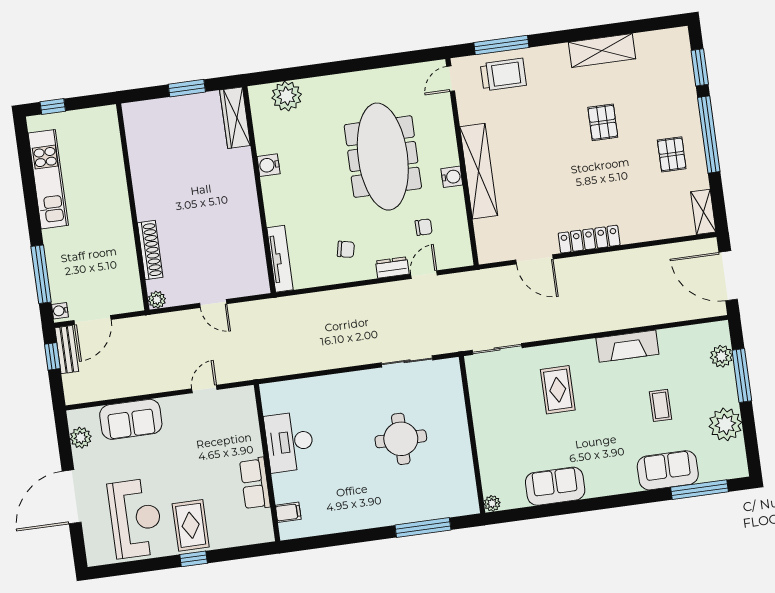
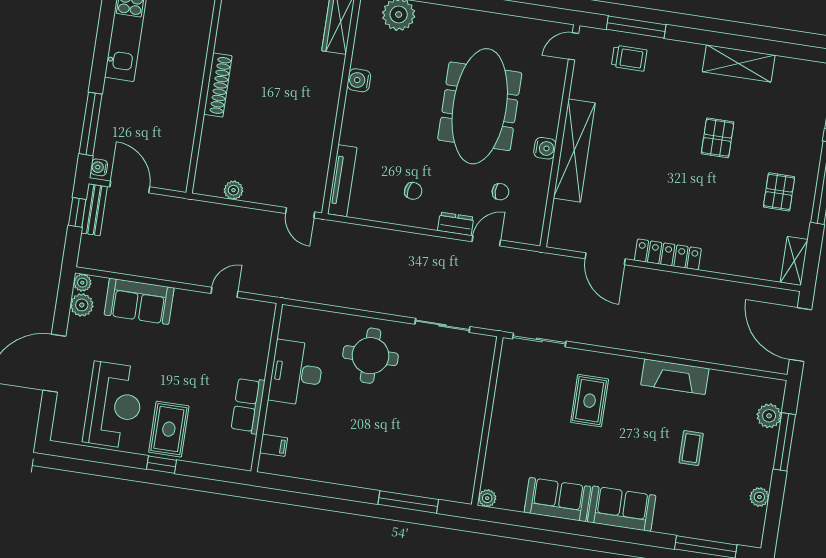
trolley: (503, 75) -> (629, 58), width x0.73, depth x0.72
shoe rack: (150, 250) -> (218, 85), moved
plant: (157, 300) -> (233, 190), moved
door: (213, 303) -> (300, 213), moved
door: (92, 320) -> (130, 187), swing flipped
plant: (75, 418) -> (82, 283), added
plant: (725, 424) -> (759, 497), width x0.53, depth x0.53
round table: (401, 439) -> (370, 356), moved
sofa: (668, 470) -> (622, 509), moved

